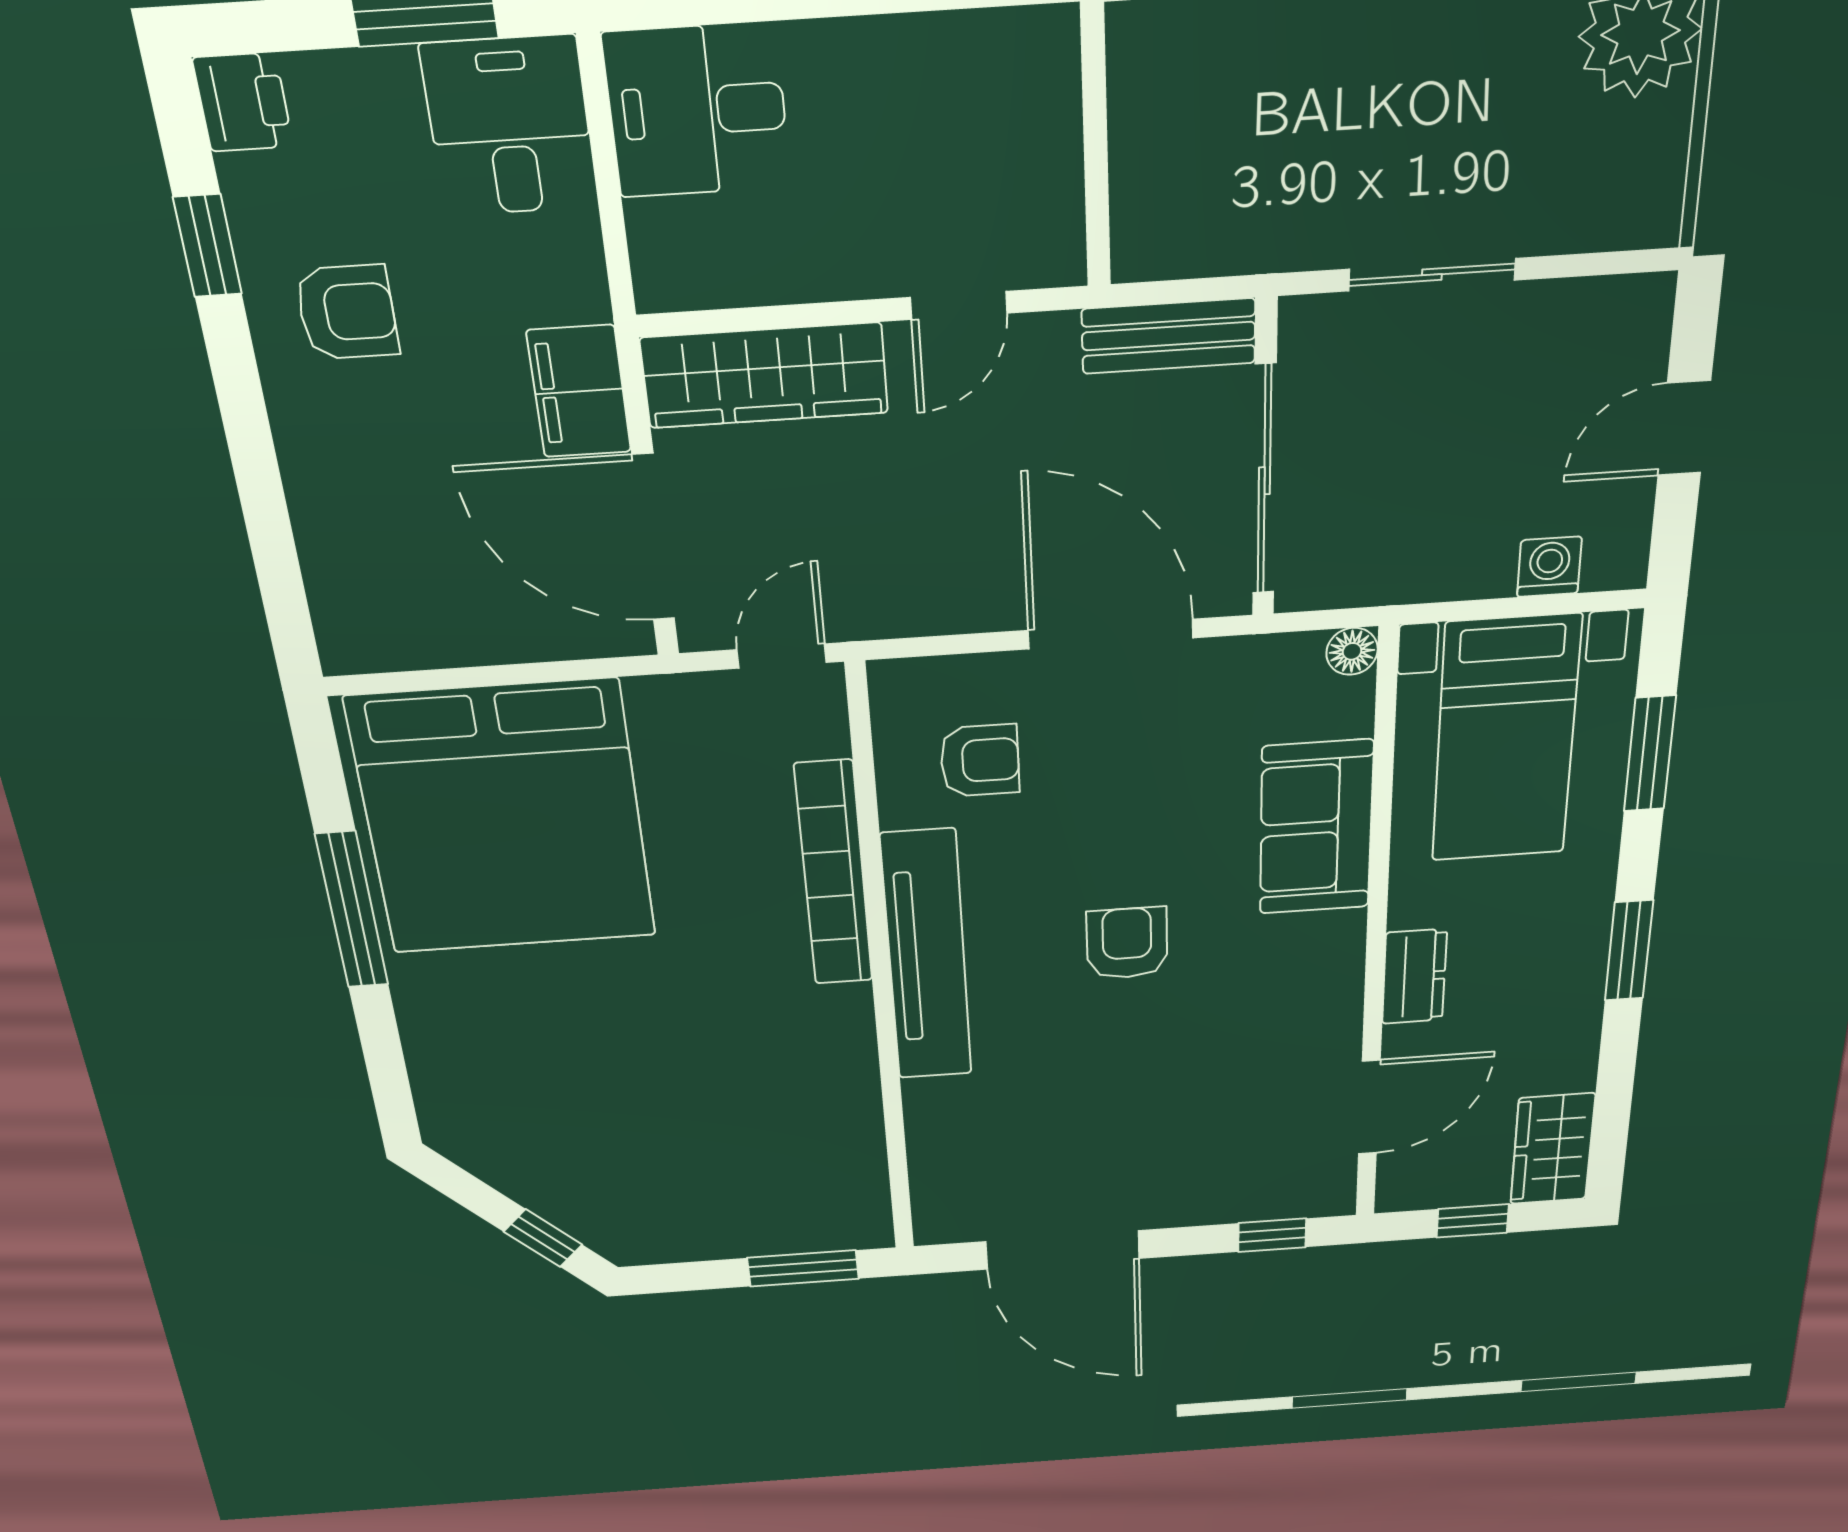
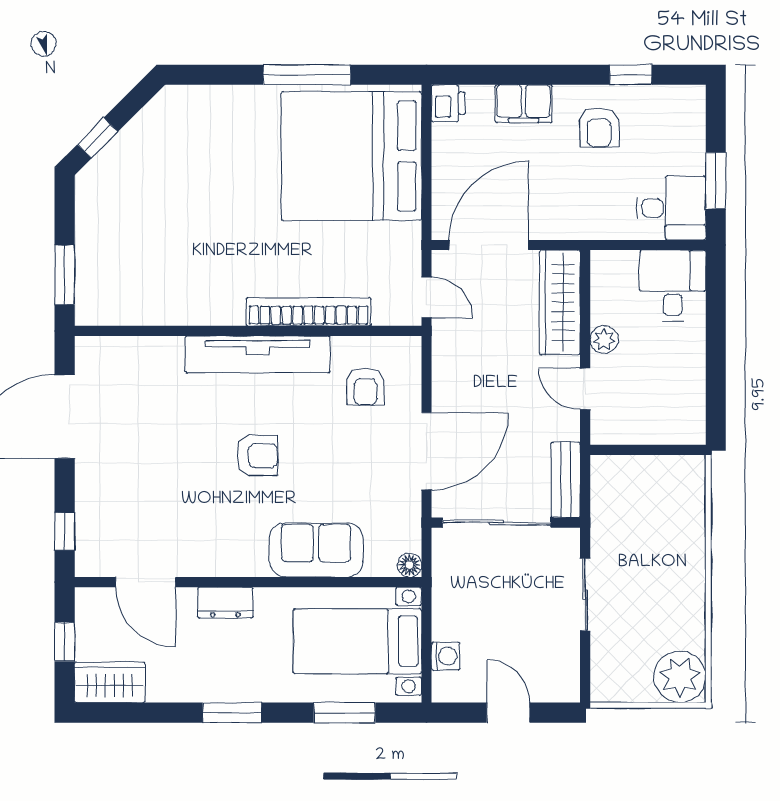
printer: (243, 102) -> (448, 103), moved, turned -90
plant: (841, 269) -> (604, 340), added
filing cabinet: (579, 391) -> (524, 104), moved, turned 180

